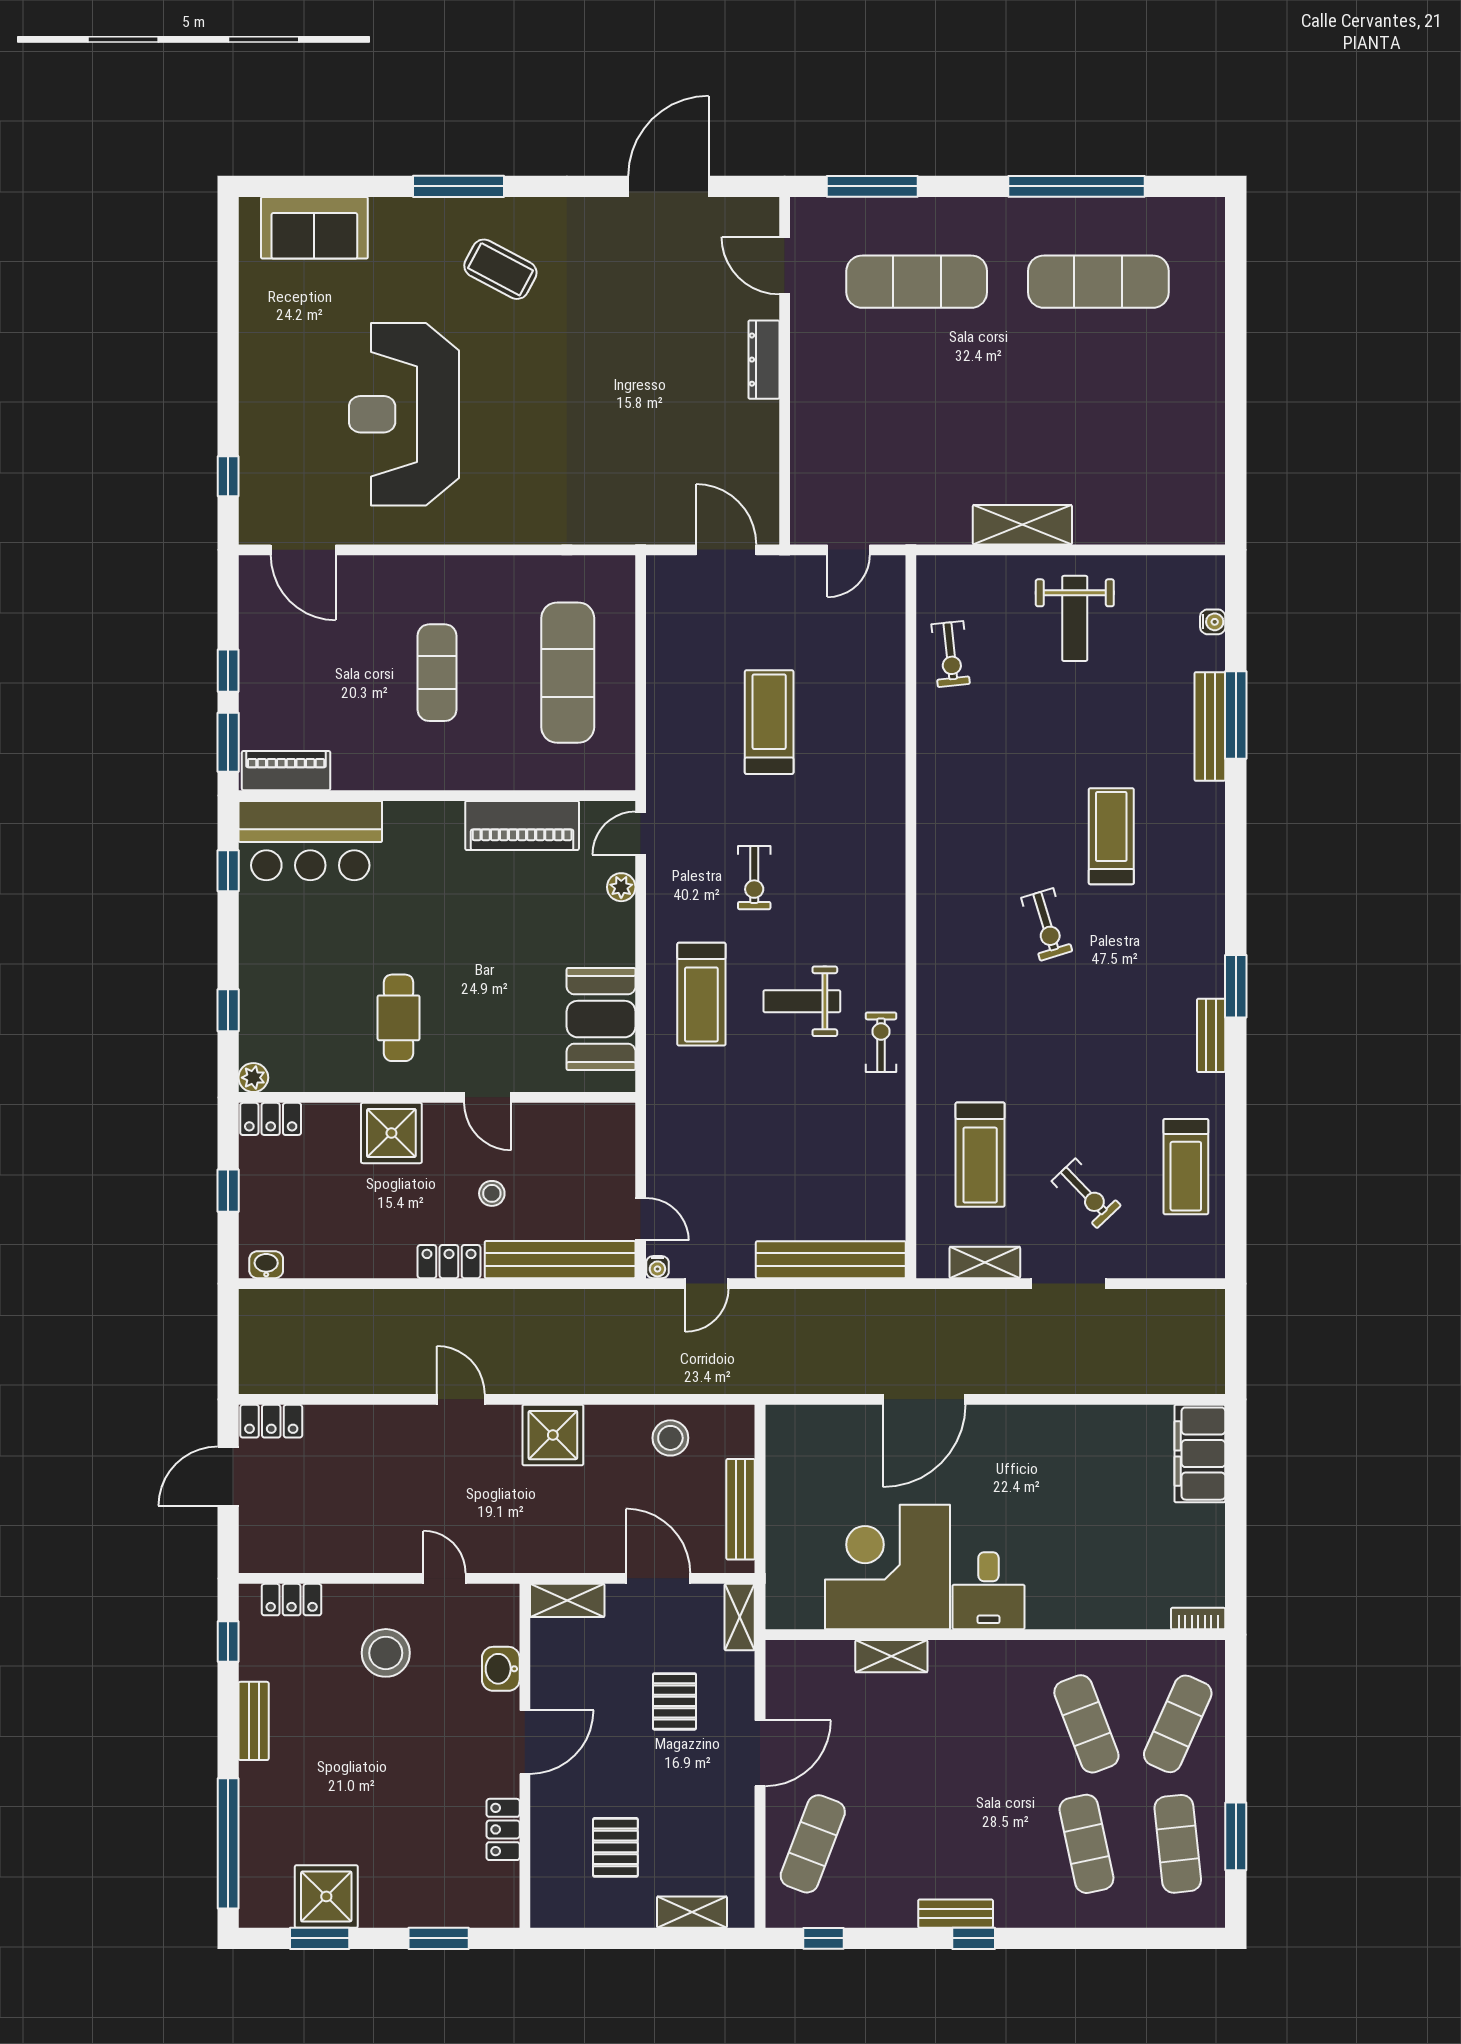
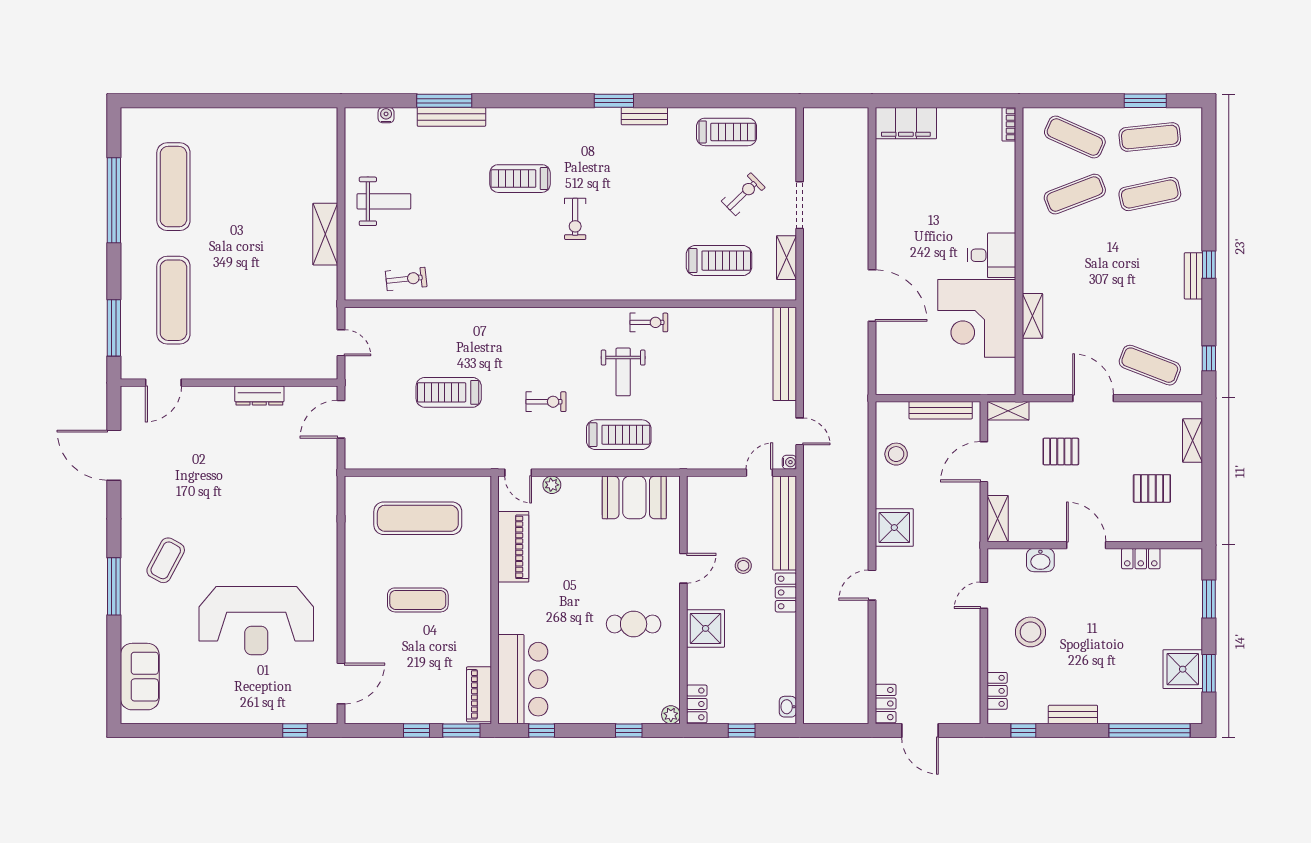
dresser: (764, 360) -> (259, 396), moved
exercise bike: (1047, 924) -> (575, 219), turned 107
exercise bike: (881, 1042) -> (649, 322), turned 180

